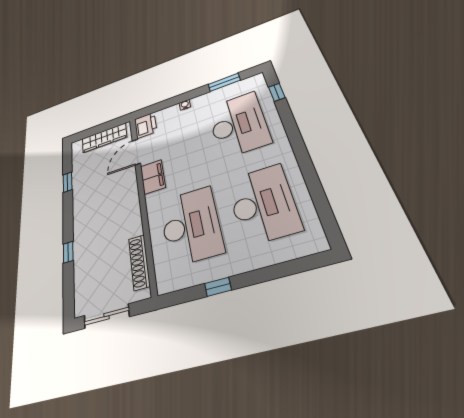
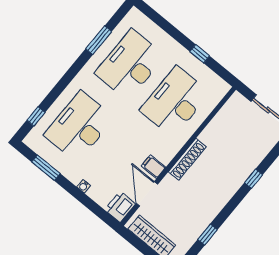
door: (136, 152) -> (147, 194), swing flipped
filing cabinet: (153, 177) -> (153, 167), width x0.50
window: (315, 187) -> (99, 40), added
shoe rack: (139, 262) -> (187, 159), moved

